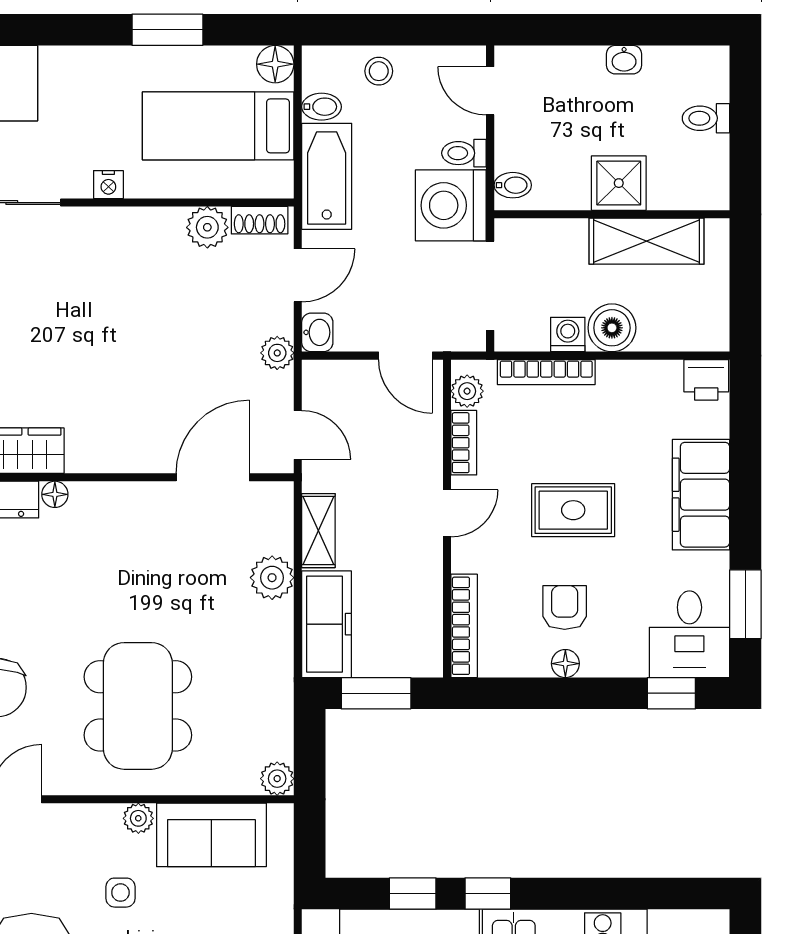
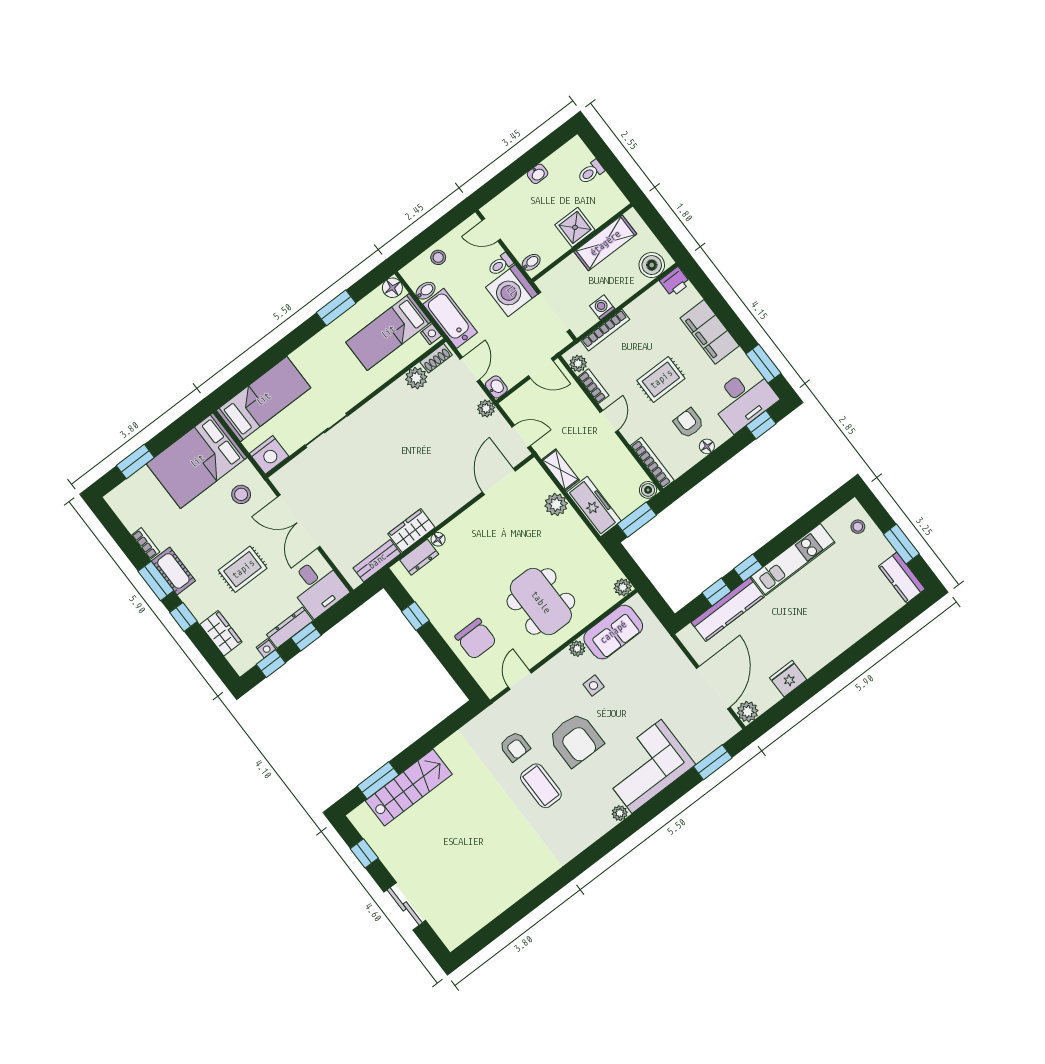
nightstand: (108, 185) -> (431, 334), moved, turned -90
boiler: (612, 328) -> (652, 265), moved
desk: (689, 634) -> (743, 399), width x1.37
boiler: (427, 661) -> (648, 490), added

